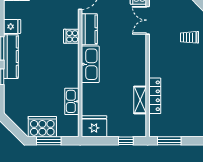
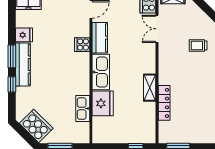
shelving: (140, 100) -> (150, 88), moved
fridge: (94, 126) -> (103, 103), moved, turned 90
cooker: (42, 127) -> (36, 126), moved, turned 45

